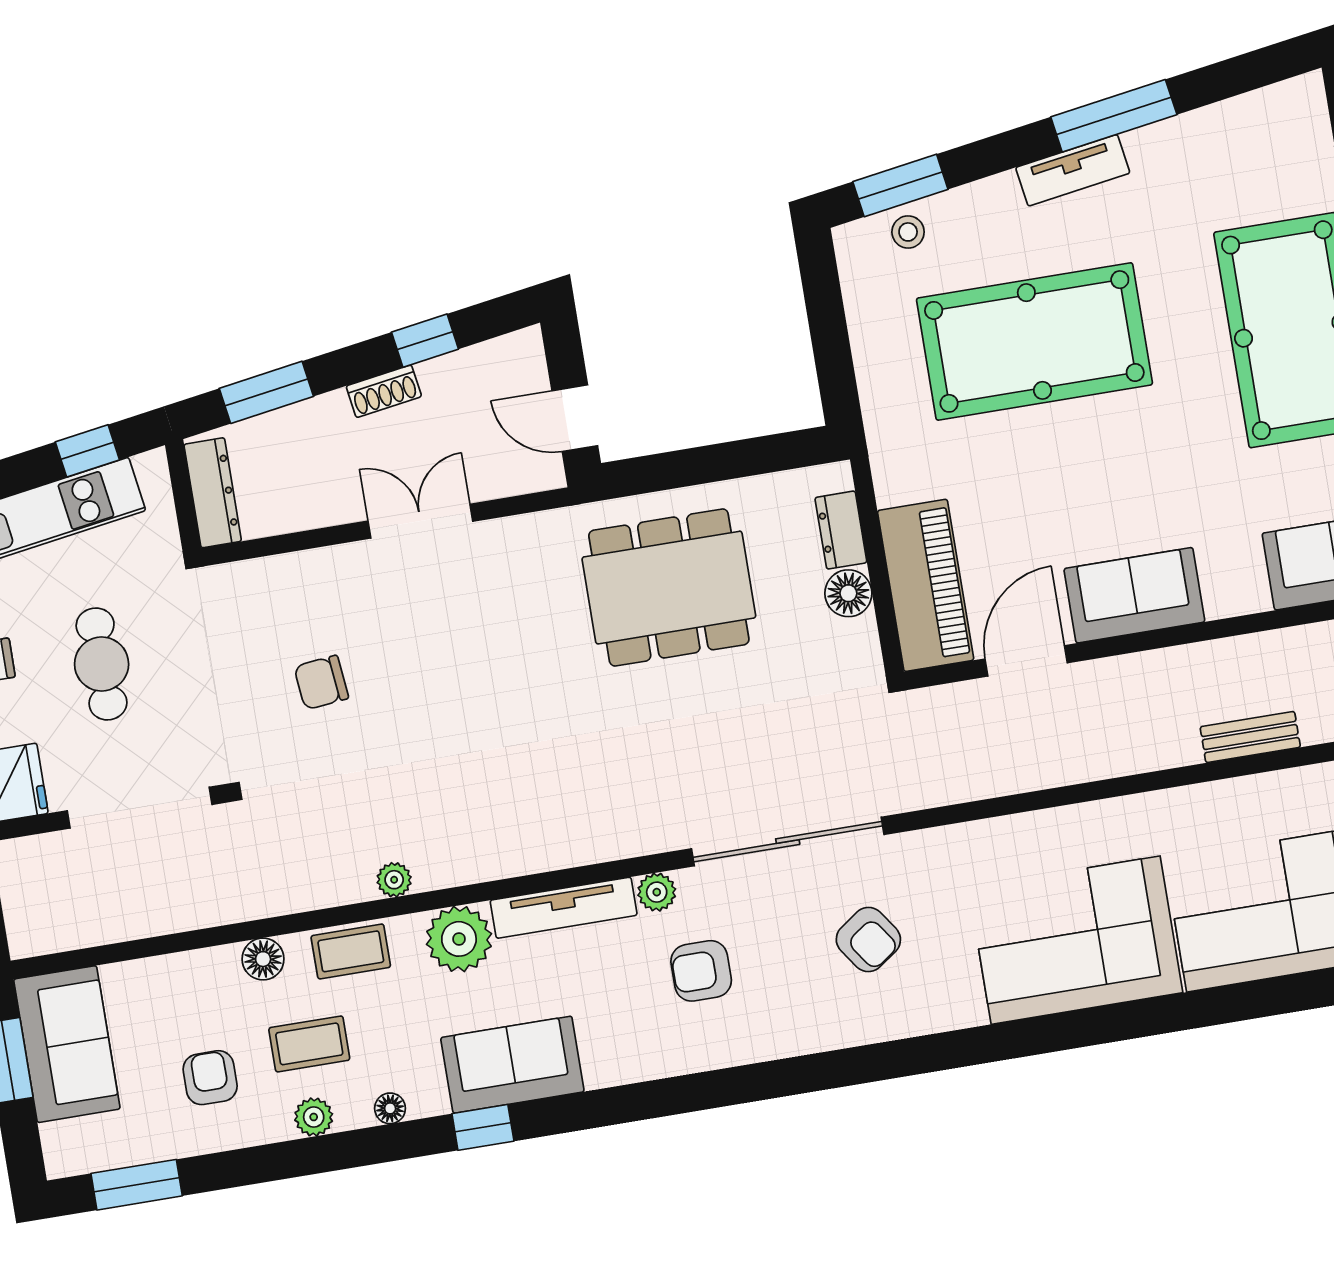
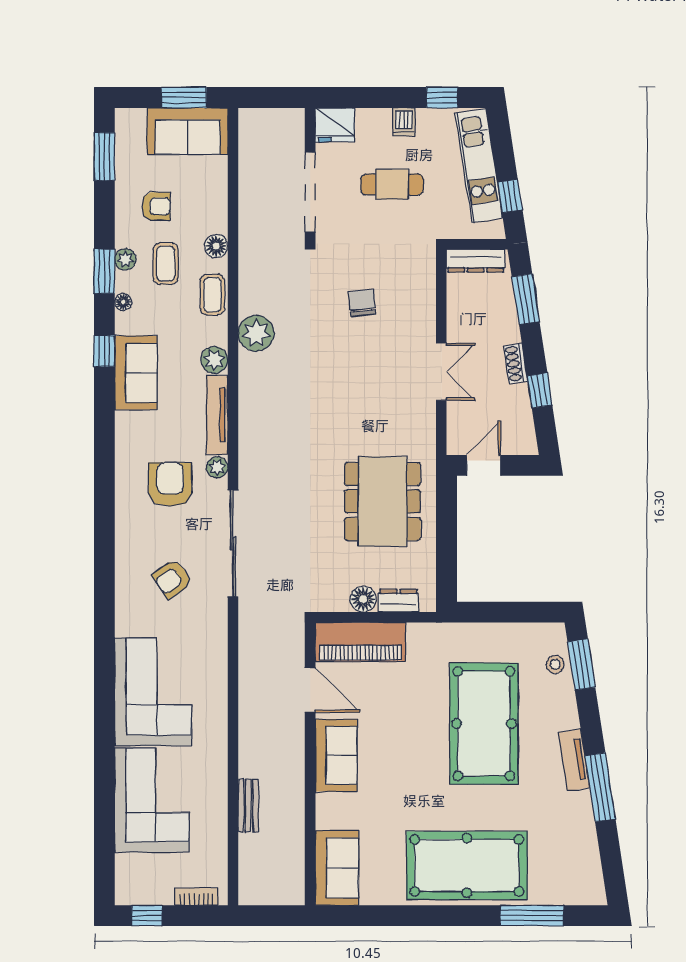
plant: (394, 880) -> (256, 333), width x1.88, depth x1.88
plant: (459, 939) -> (214, 360), width x0.73, depth x0.73
armchair: (701, 971) -> (170, 484), width x1.38, depth x1.38
window: (341, 1151) -> (104, 271), added

